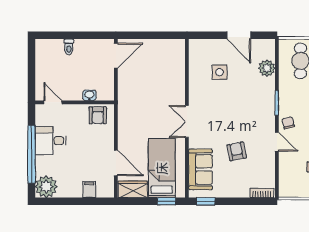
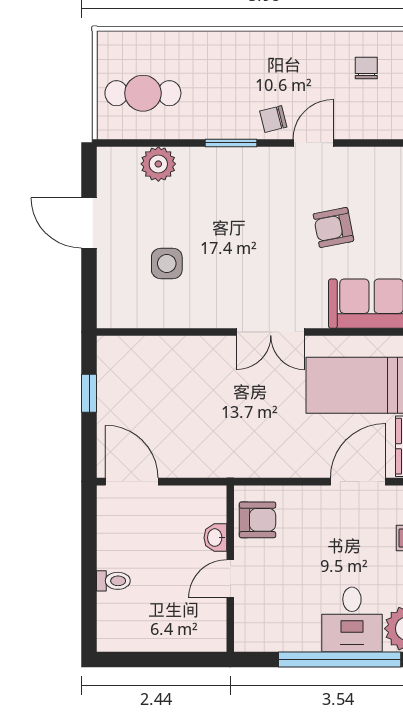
window: (158, 35) -> (89, 393), added
door: (239, 35) -> (89, 223), swing flipped
door: (53, 102) -> (230, 579), moved
desk: (51, 141) -> (352, 619), moved

